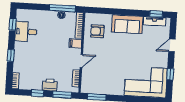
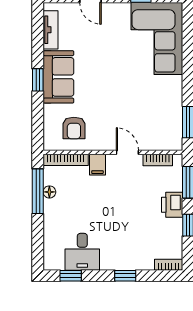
window: (156, 14) -> (38, 80), moved

